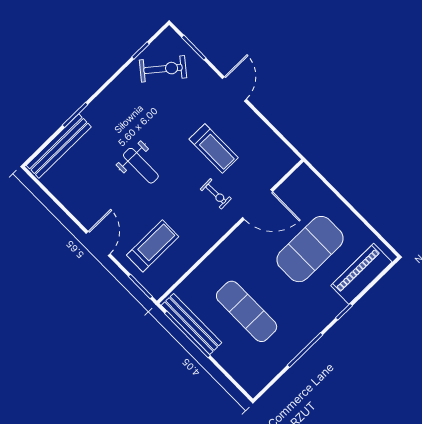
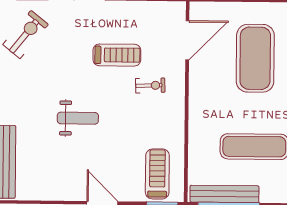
door: (258, 205) -> (187, 40), moved
treadmill: (153, 246) -> (157, 174), moved

